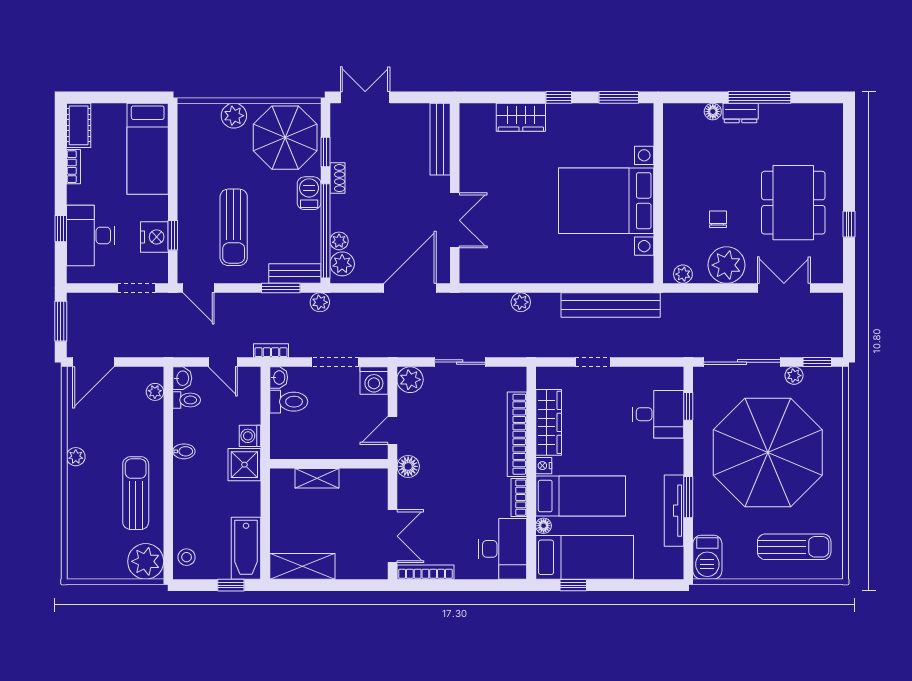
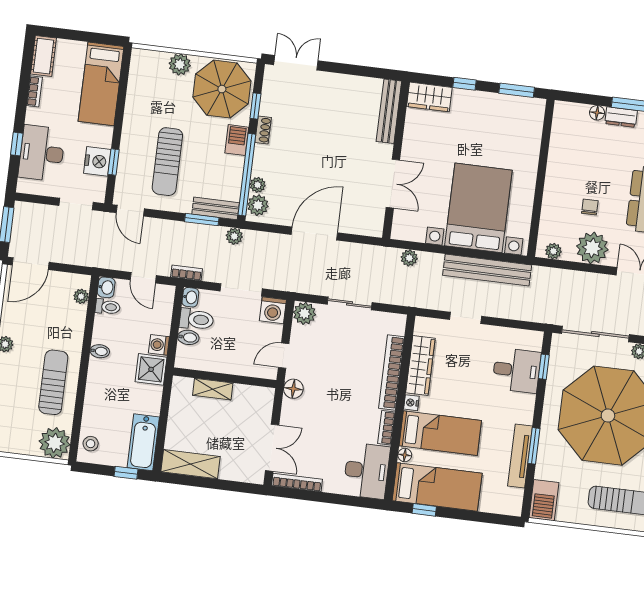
bench: (440, 139) -> (389, 111), moved
wall: (455, 193) -> (396, 160), moved
bed with nightstands: (606, 201) -> (478, 208), moved, turned 90
double door: (455, 220) -> (393, 184), moved
bidet: (282, 423) -> (188, 337), added

